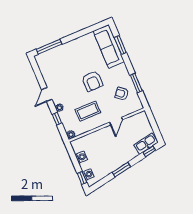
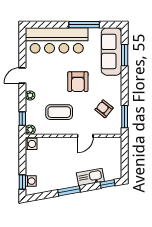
window: (49, 47) -> (84, 25), moved
bar counter: (62, 56) -> (57, 40), added
window: (136, 83) -> (125, 117), moved
window: (57, 119) -> (22, 119), moved
kitchen sink: (146, 144) -> (90, 177), moved
washing machine: (81, 157) -> (31, 144), moved

